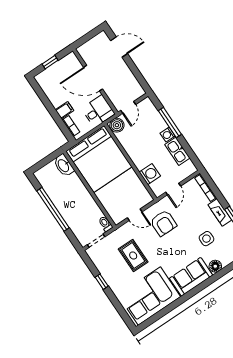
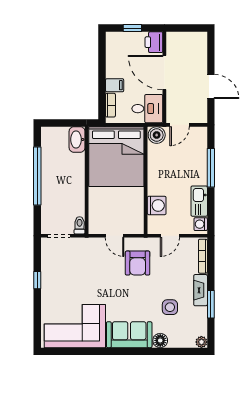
door: (119, 47) -> (211, 87), moved
printer: (72, 62) -> (154, 42), added
washing machine: (168, 135) -> (201, 224), moved
rug: (133, 255) -> (86, 275), removed

